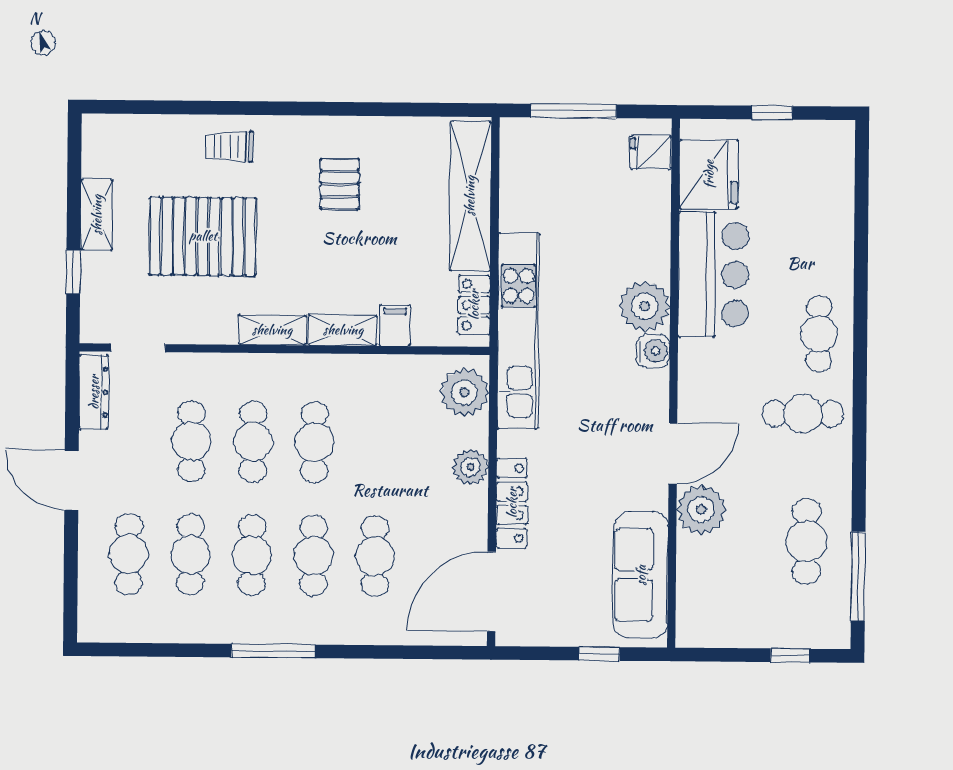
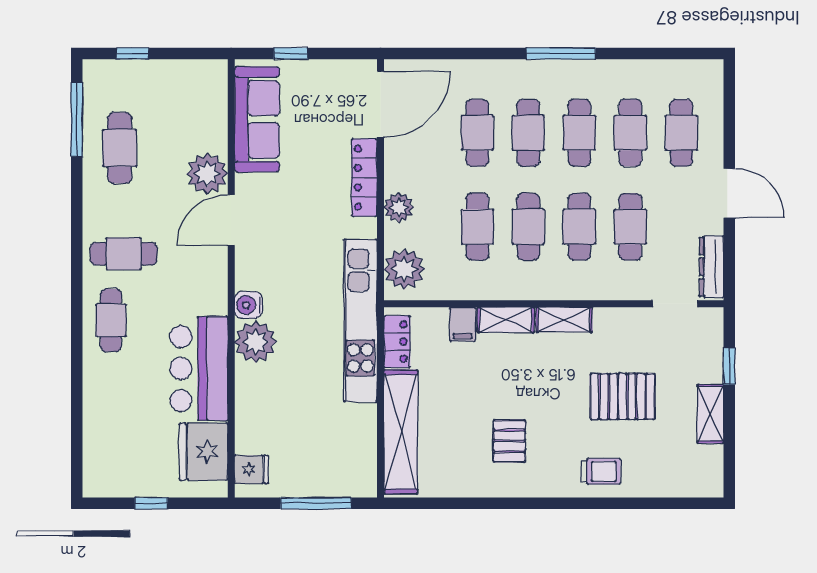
pallet: (203, 236) -> (622, 396), width x0.73, depth x0.71
cafe table: (376, 443) -> (477, 227), added

